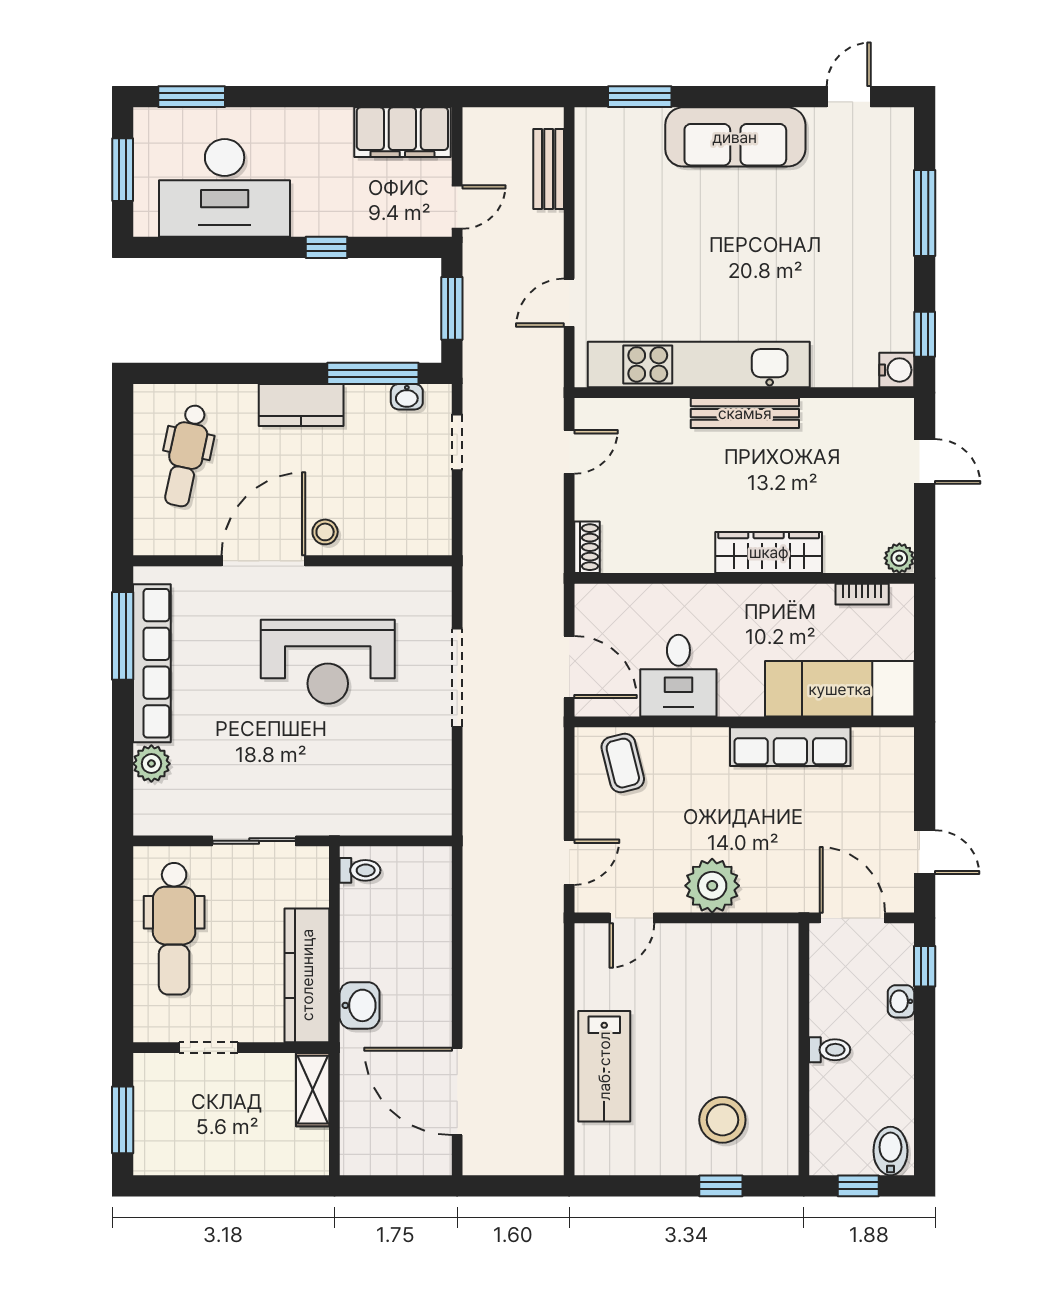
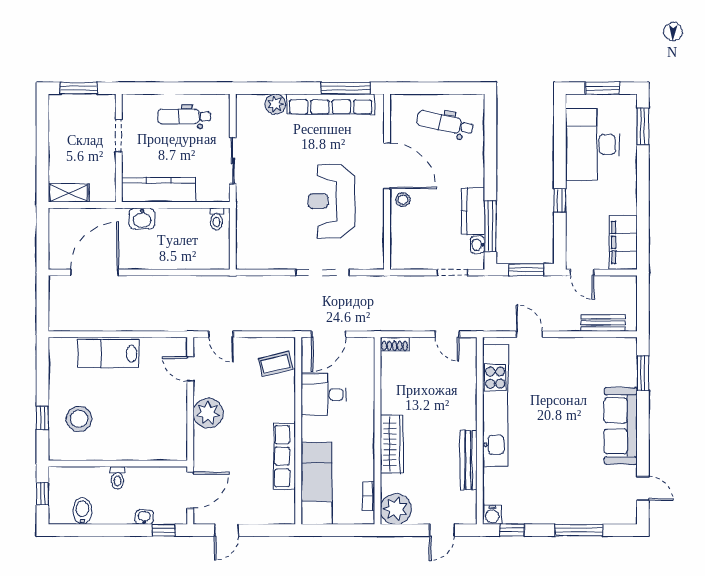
kitchen counter: (301, 405) -> (473, 211), moved
bench: (745, 413) -> (468, 460), moved
plant: (899, 558) -> (396, 509), width x1.87, depth x1.87
dental chair: (174, 929) -> (184, 117), width x0.73, depth x0.72
shelving: (313, 1090) -> (69, 193), moved
bidet: (890, 1151) -> (82, 511), moved, turned -90

